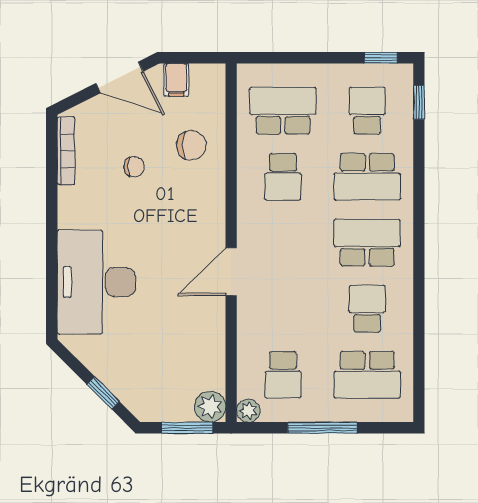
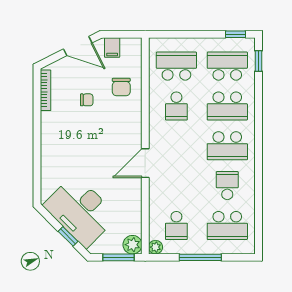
school desk: (367, 111) -> (227, 66), width x1.85
chair: (191, 145) -> (121, 87), turned 90
school desk: (367, 243) -> (227, 146), turned 180
desk: (96, 282) -> (80, 211), moved, turned -45

